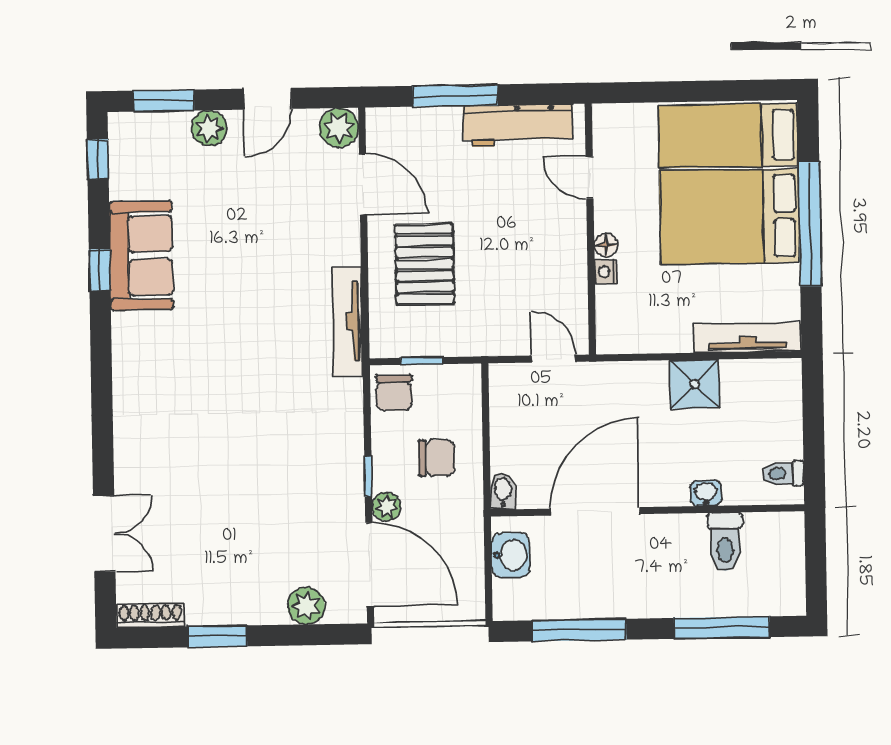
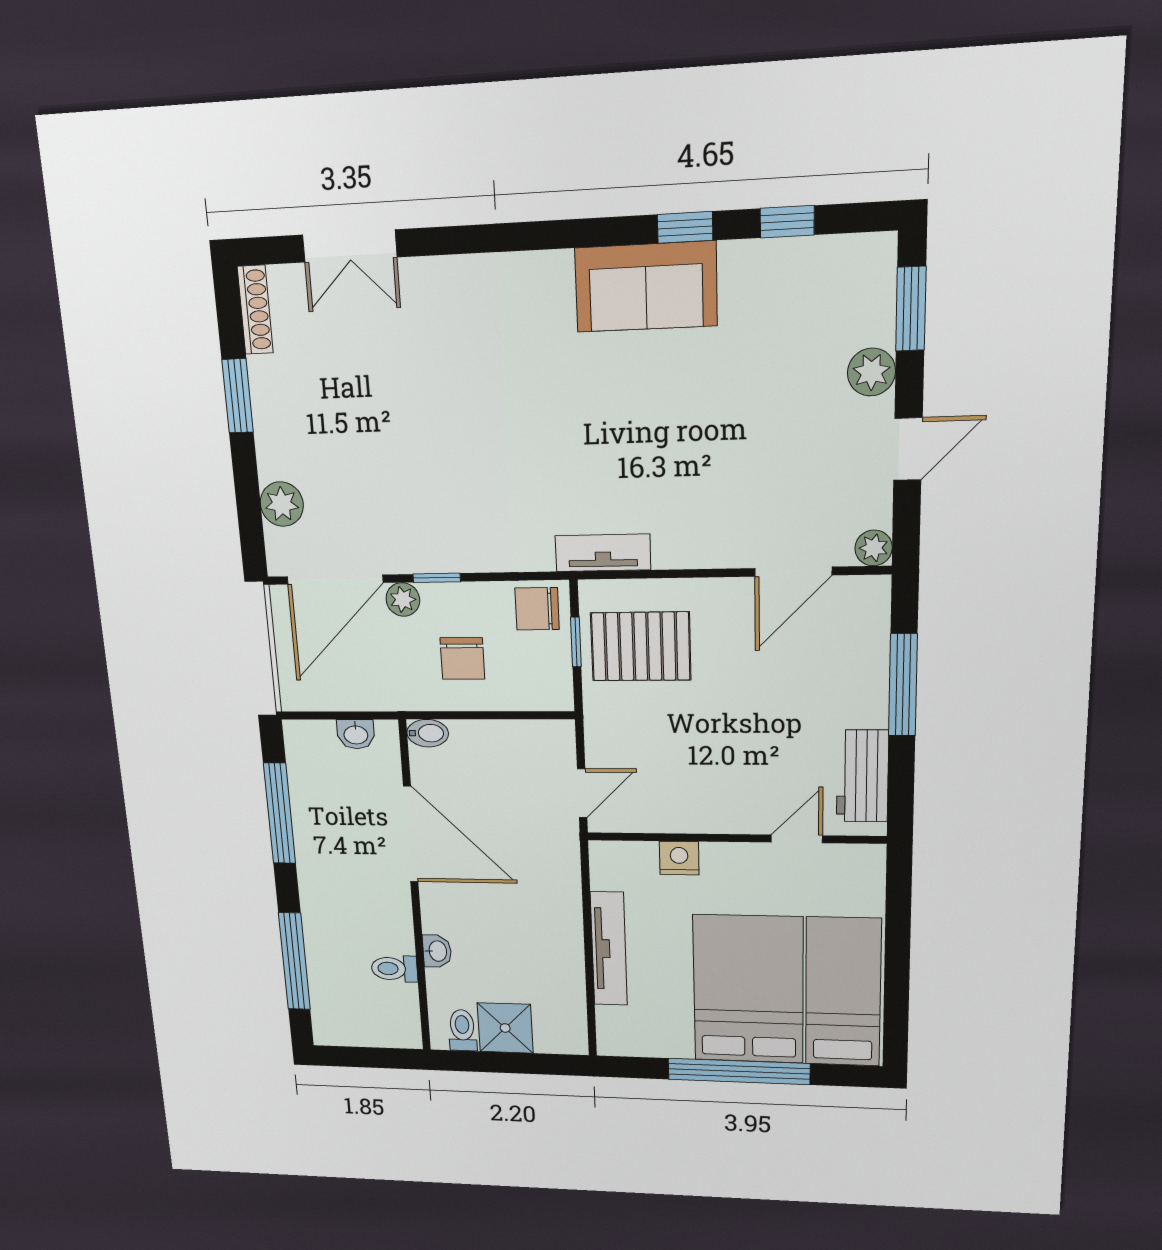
door: (268, 99) -> (908, 449), swing flipped
workbench: (518, 125) -> (862, 776), width x0.73
plant: (339, 128) -> (874, 548), width x0.73, depth x0.73
window: (98, 159) -> (787, 222), moved
floor lamp: (606, 245) -> (716, 855), removed
sofa: (141, 256) -> (646, 287), moved
pallet: (425, 264) -> (641, 646), moved
nightstand: (606, 272) -> (679, 858), width x1.39, depth x1.35
tv unit: (347, 321) -> (603, 553), width x0.71
tv unit: (748, 337) -> (609, 949), moved
shower: (695, 384) -> (505, 1028), moved
toilet: (725, 542) -> (394, 969), width x0.73, depth x0.72
washbasin: (511, 555) -> (356, 734), width x0.72, depth x0.69

